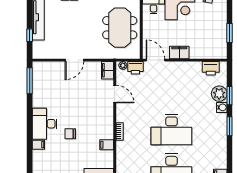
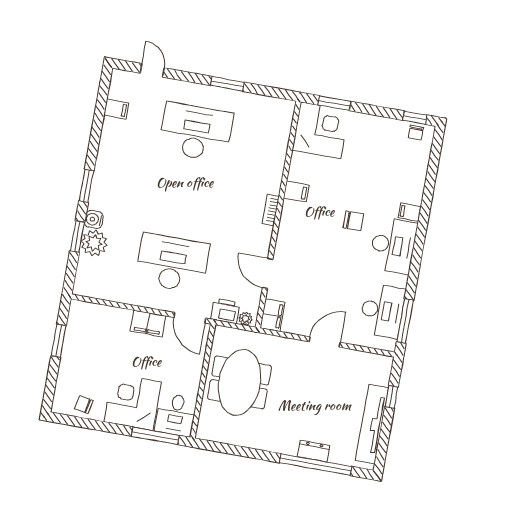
printer: (211, 68) -> (100, 288), removed
desk: (44, 84) -> (382, 311), added
desk: (171, 130) -> (172, 263), moved

